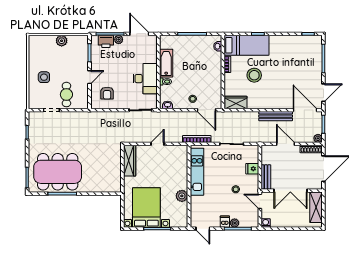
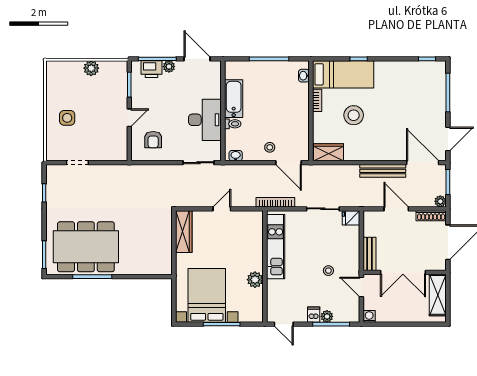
cafe table: (66, 95) -> (98, 141), removed
fridge: (252, 169) -> (351, 218), moved

